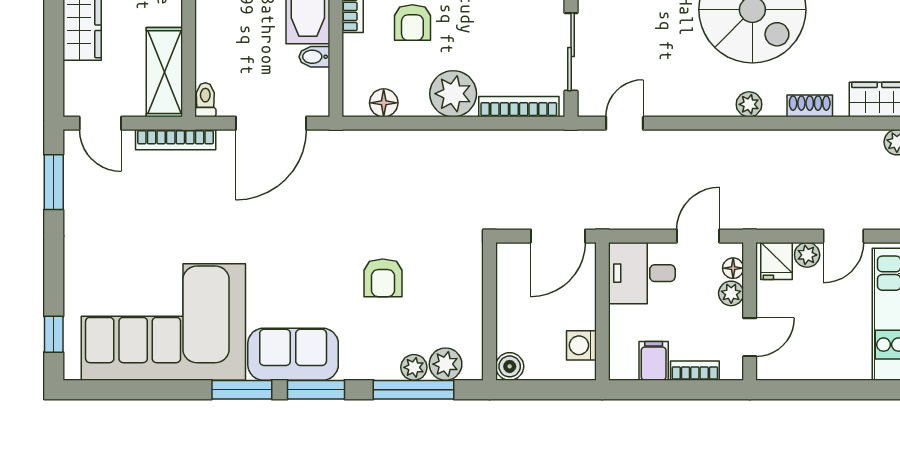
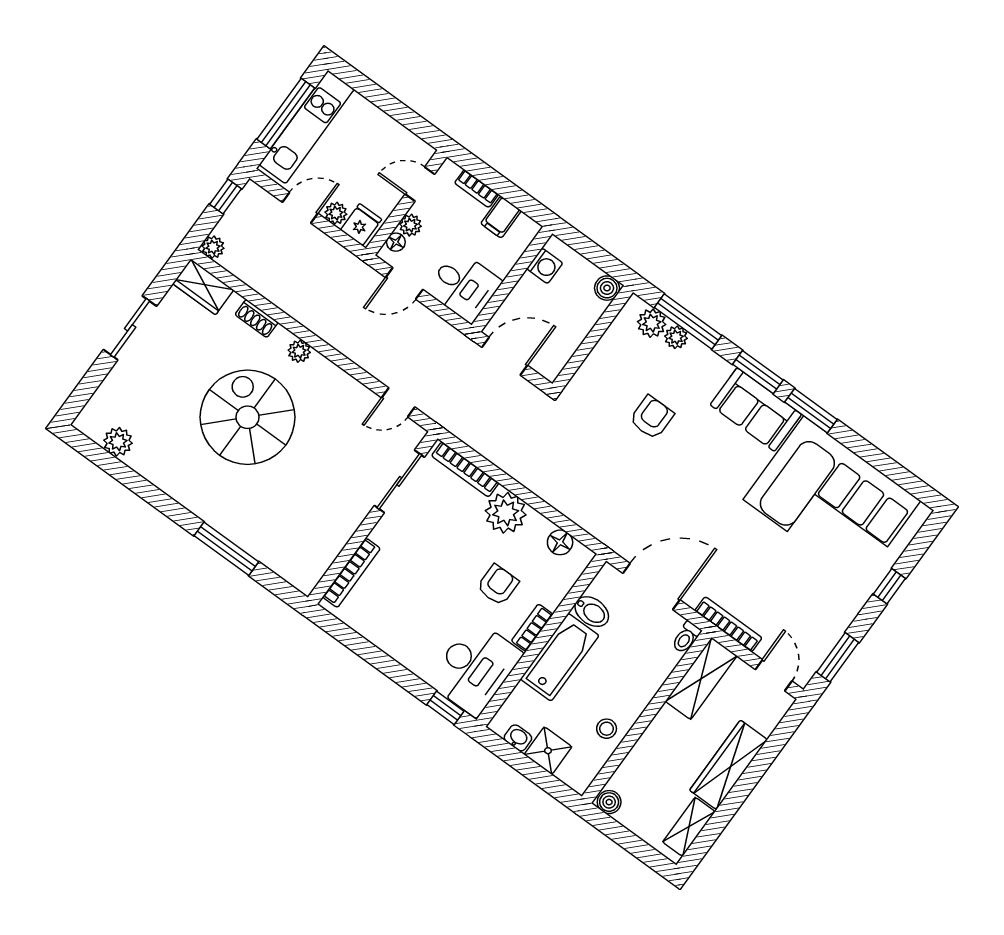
bidet: (314, 57) -> (592, 612), width x1.38, depth x1.36
window: (54, 334) -> (889, 586), moved

